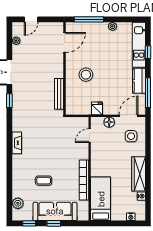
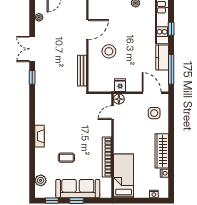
door: (64, 43) -> (87, 30), moved
door: (129, 116) -> (152, 93), hinge flipped
floor lamp: (109, 122) -> (119, 99), moved
fireplace: (17, 143) -> (40, 136), moved

